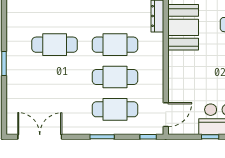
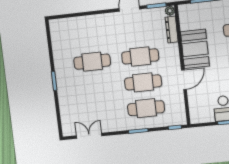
booth: (183, 27) -> (195, 49), moved
door: (166, 115) -> (184, 80), moved
double door: (40, 137) -> (89, 136), width x0.73

